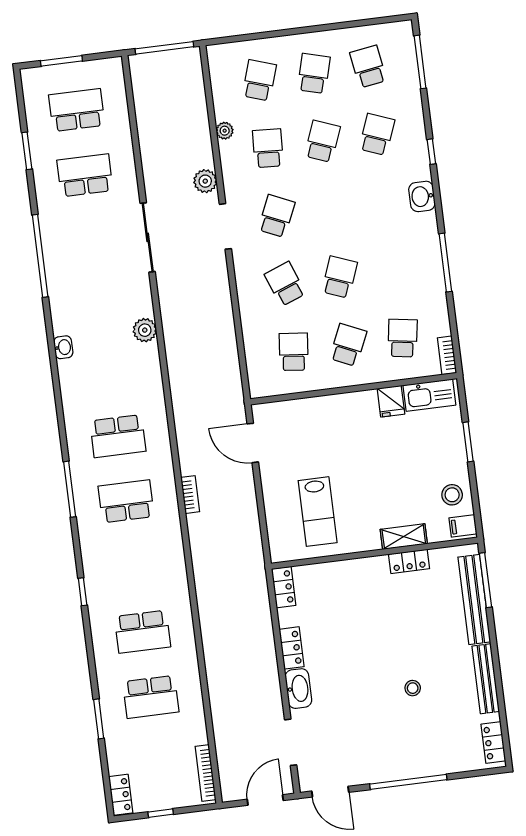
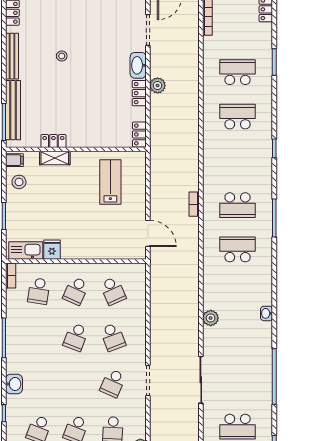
plant: (205, 181) -> (158, 85), moved
school desk: (294, 352) -> (113, 291), turned -30

